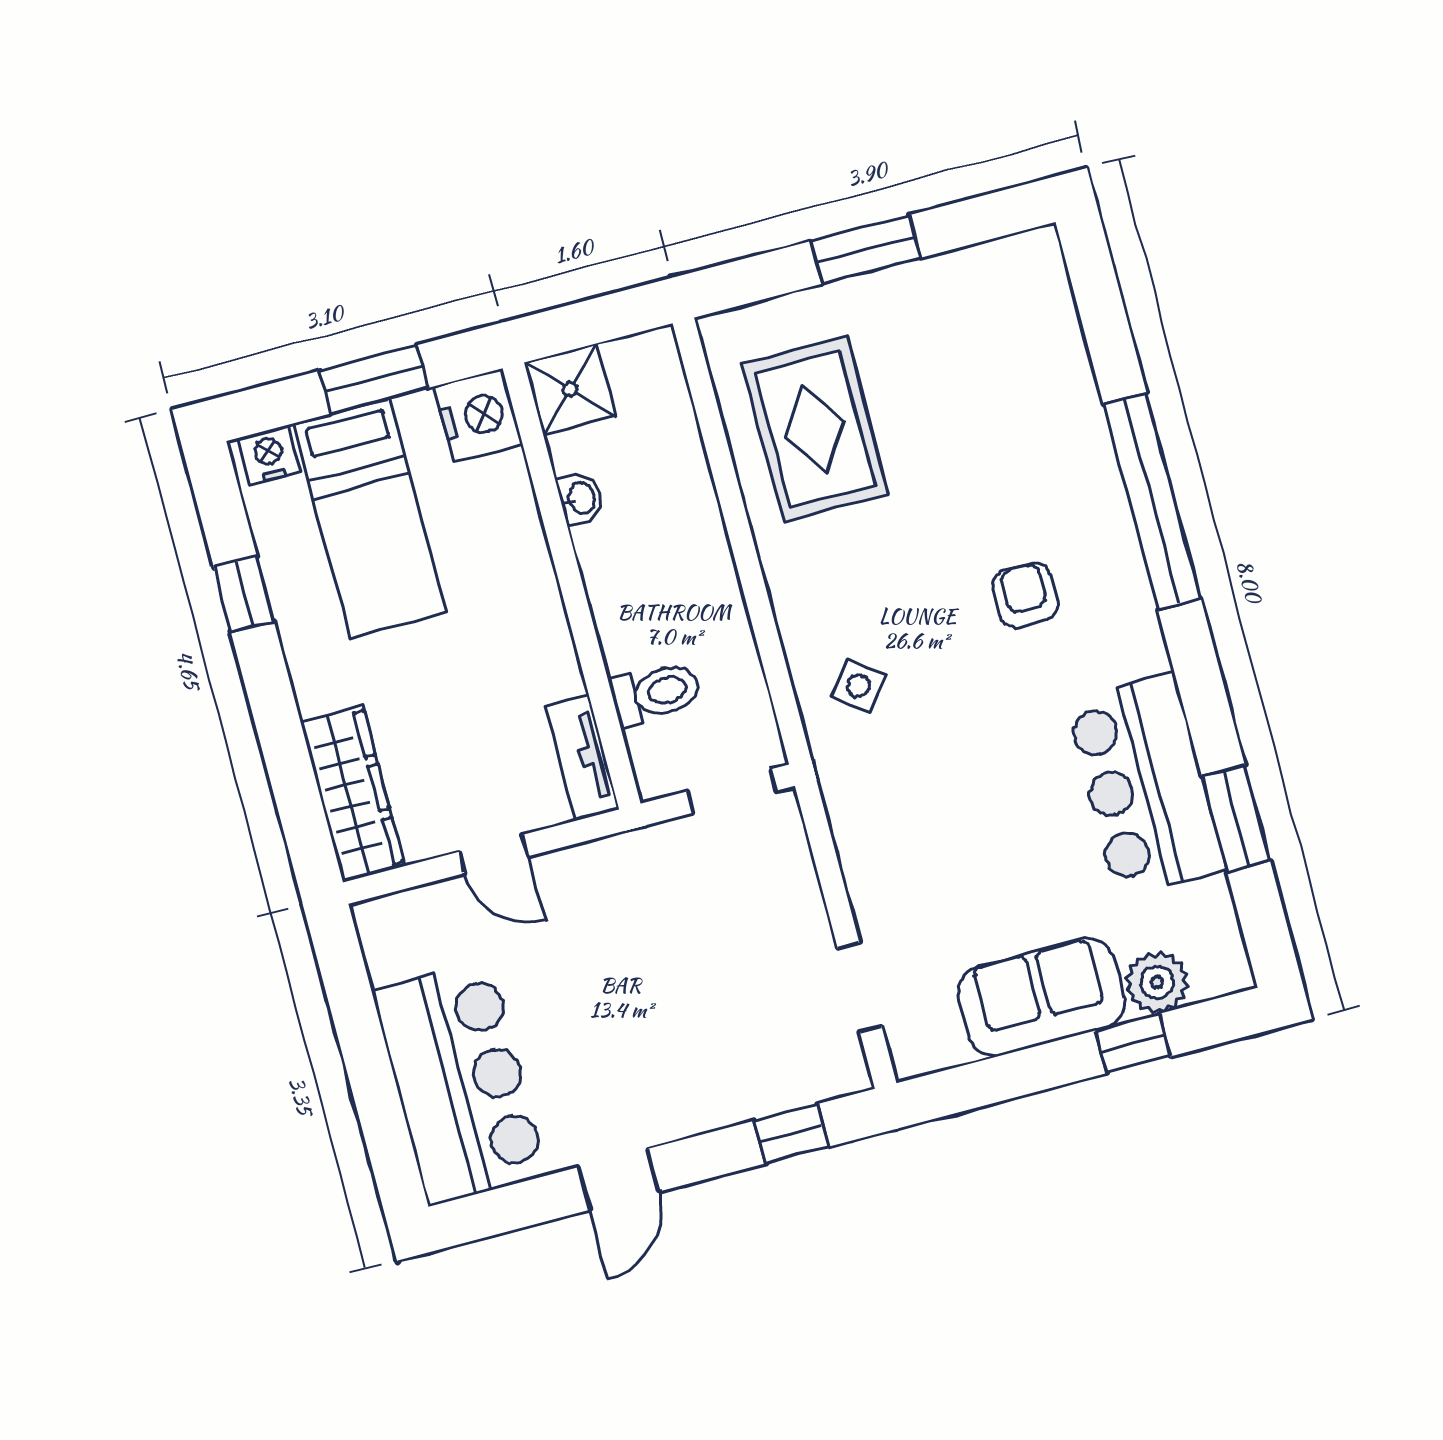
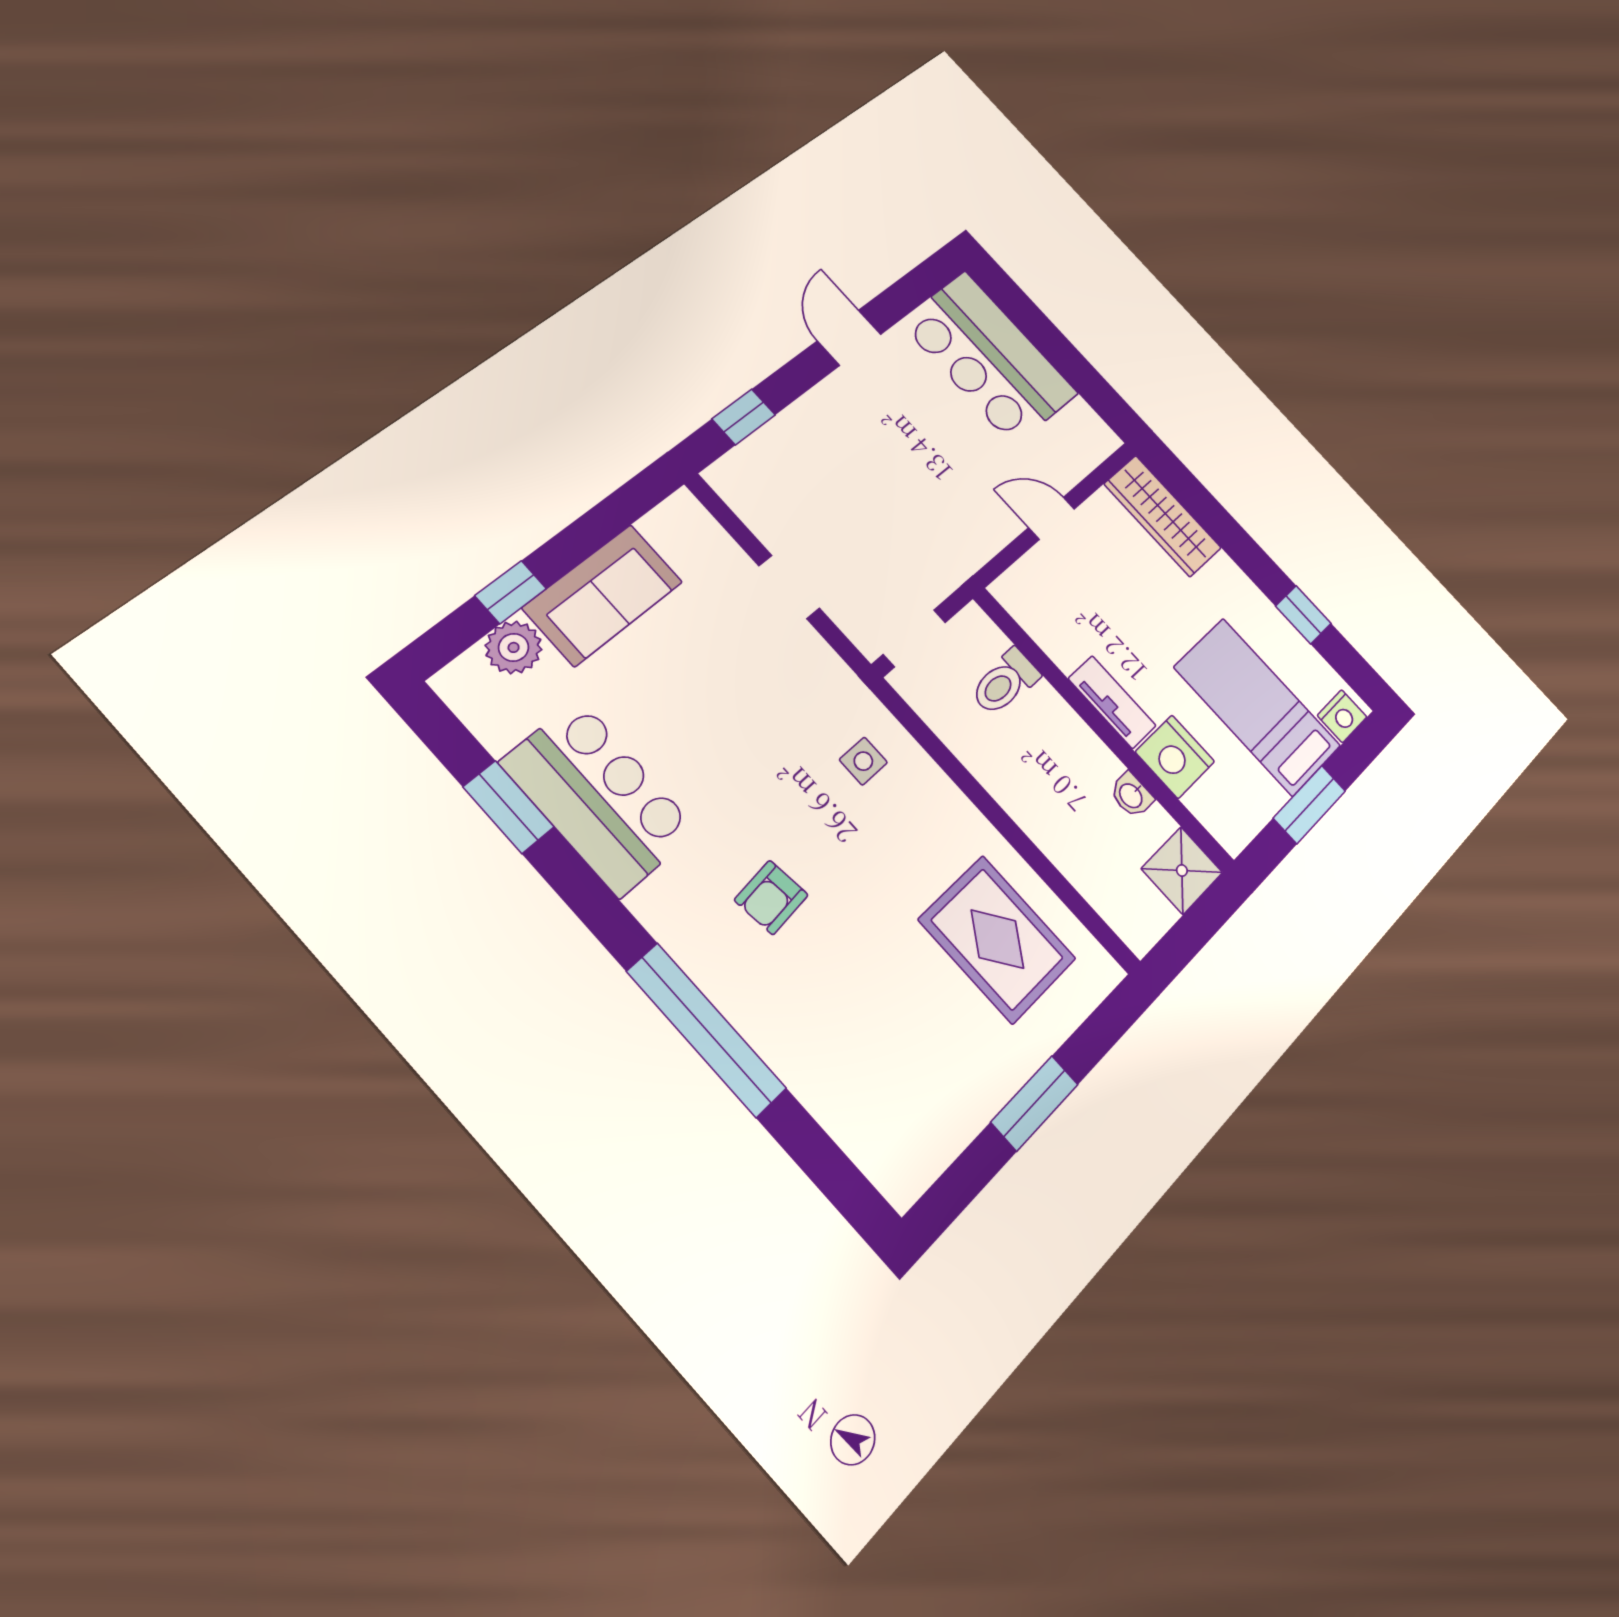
nightstand: (478, 415) -> (1175, 757), moved
armchair: (1025, 595) -> (771, 897), turned 84
side table: (858, 686) -> (863, 761), turned -38
tv unit: (582, 758) -> (1112, 702), moved
doorway: (860, 987) -> (789, 587), moved

